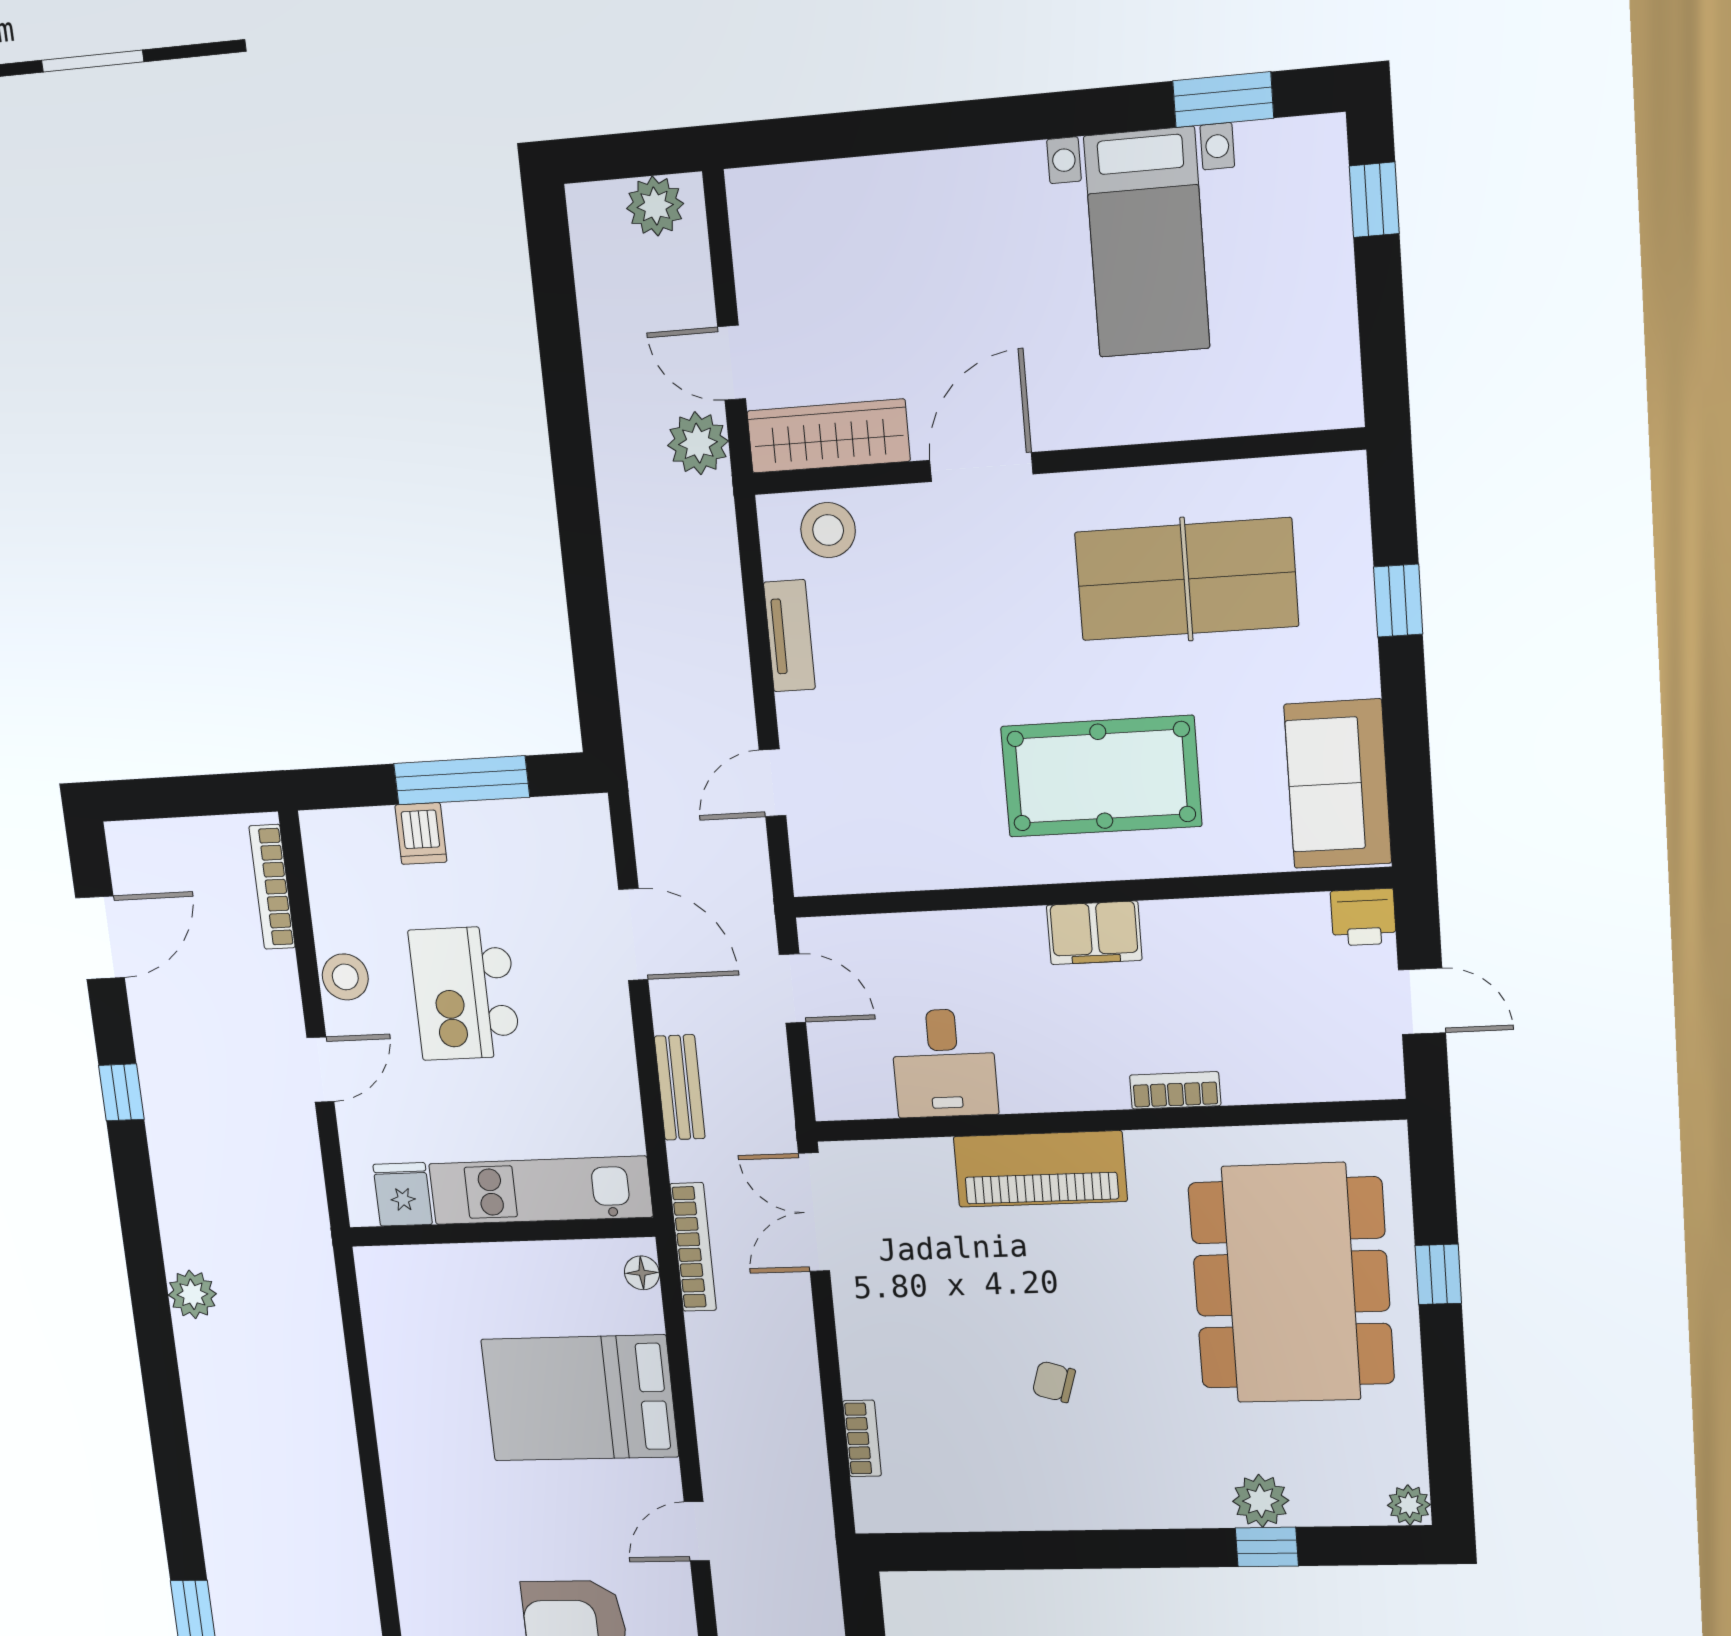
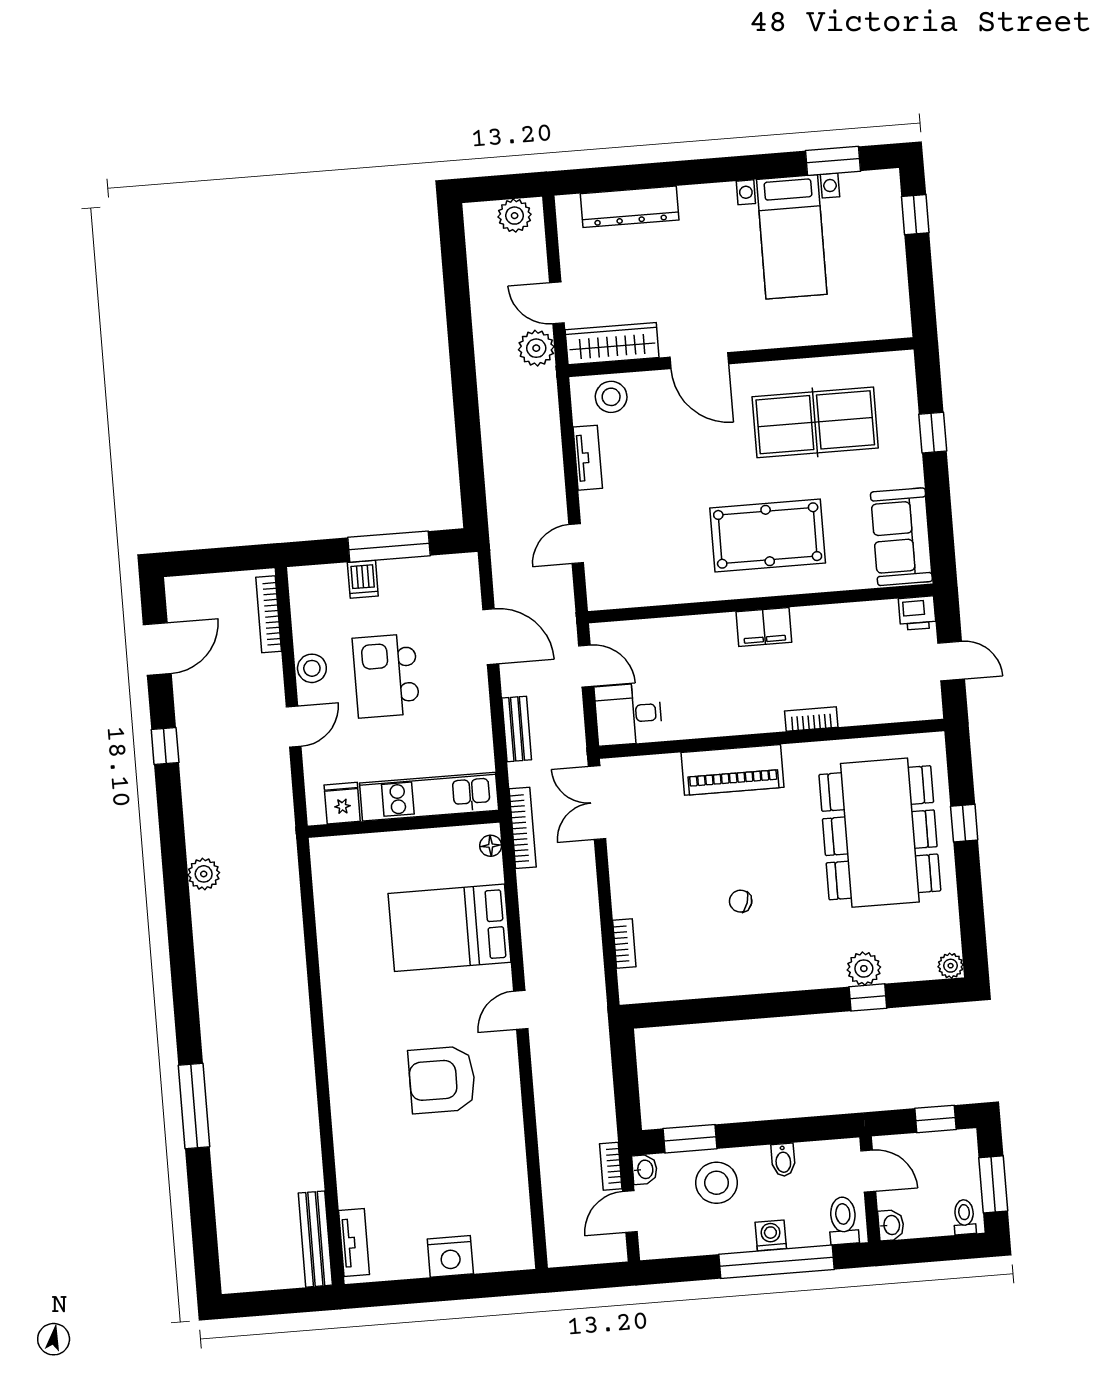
dresser: (856, 189) -> (630, 207), added
door: (981, 467) -> (699, 361), swing flipped
desk: (944, 1063) -> (628, 714), moved, turned 90

